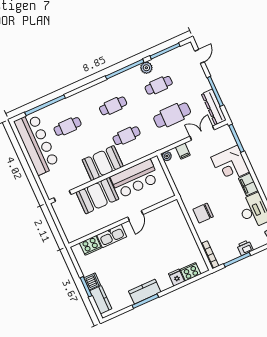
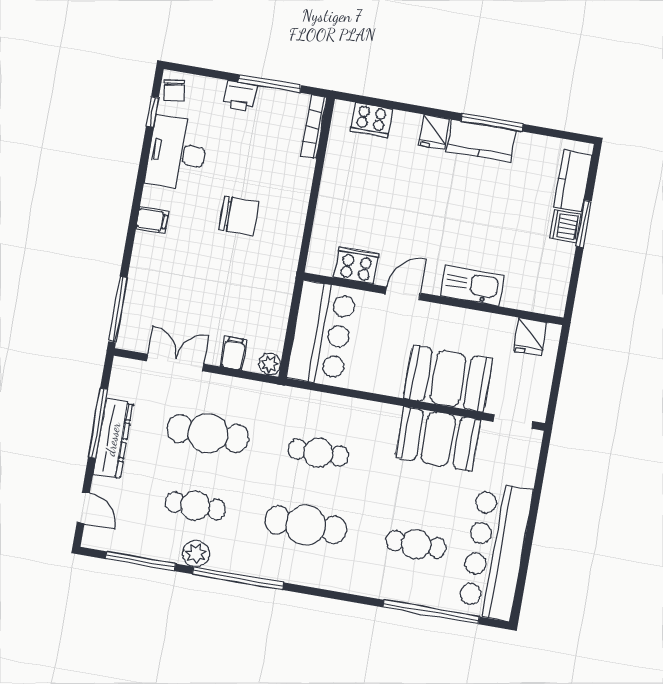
door: (200, 56) -> (83, 508), swing flipped
cafe table: (113, 106) -> (306, 525), width x1.37, depth x1.35
dresser: (214, 107) -> (113, 439), moved
double door: (202, 133) -> (175, 363), swing flipped
booth: (103, 163) -> (438, 439), moved
corner desk: (230, 165) -> (163, 269), removed
bar counter: (135, 179) -> (322, 333), moved, turned 90
filing cabinet: (248, 184) -> (152, 220), width x0.50
chair: (203, 213) -> (239, 216), moved
fridge: (77, 232) -> (530, 337), added
cooker: (90, 245) -> (356, 266), moved
fridge: (177, 278) -> (434, 132), moved

